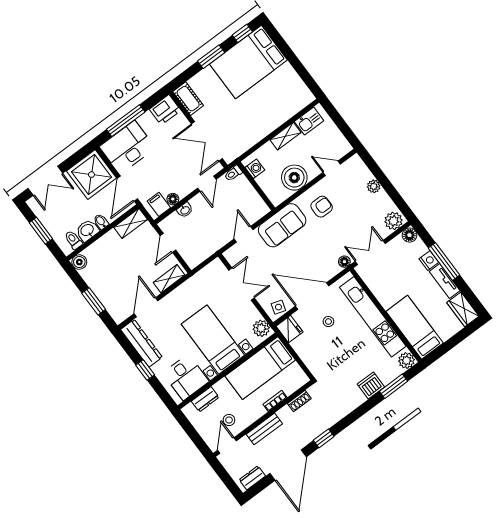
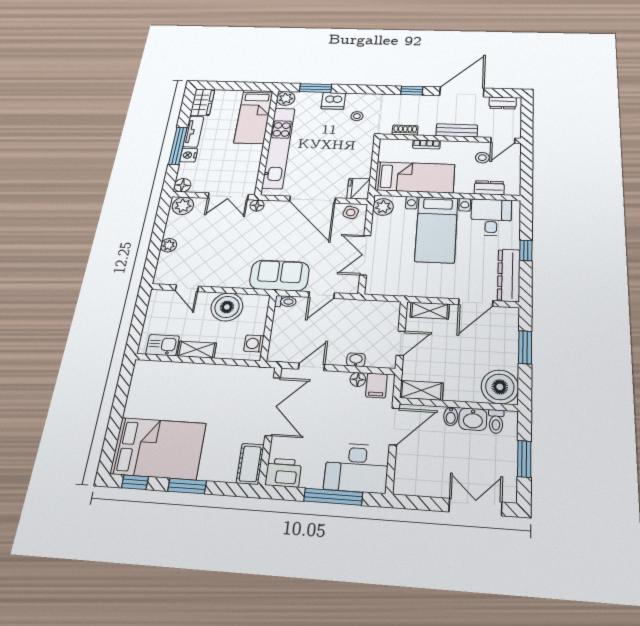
toilet: (233, 173) -> (286, 301), moved
shower: (91, 175) -> (419, 472), removed
armchair: (322, 207) -> (229, 264), removed
boiler: (79, 262) -> (500, 387), width x1.86, depth x1.86
stool: (328, 322) -> (357, 116), moved

